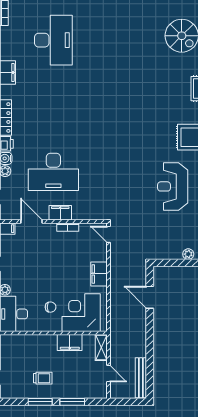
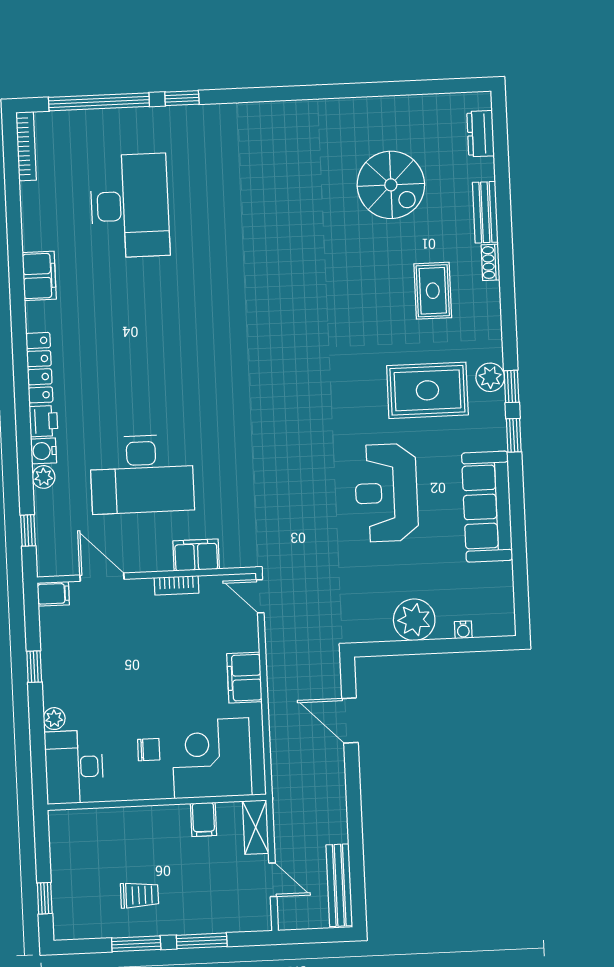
filing cabinet: (60, 213) -> (196, 555), moved
plant: (188, 254) -> (414, 620), width x1.88, depth x1.88
filing cabinet: (70, 342) -> (204, 819), width x0.50

